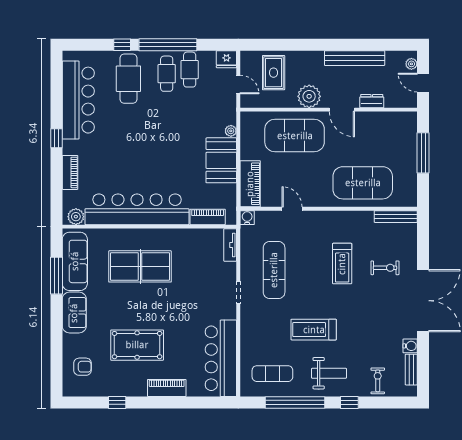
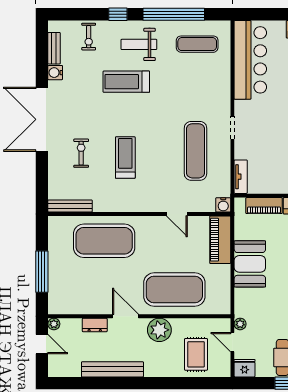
plant: (411, 64) -> (54, 324), moved
plant: (231, 131) -> (240, 324), moved
exercise bike: (385, 268) -> (81, 153), turned 90
treadmill: (314, 330) -> (126, 82), moved, turned 180

